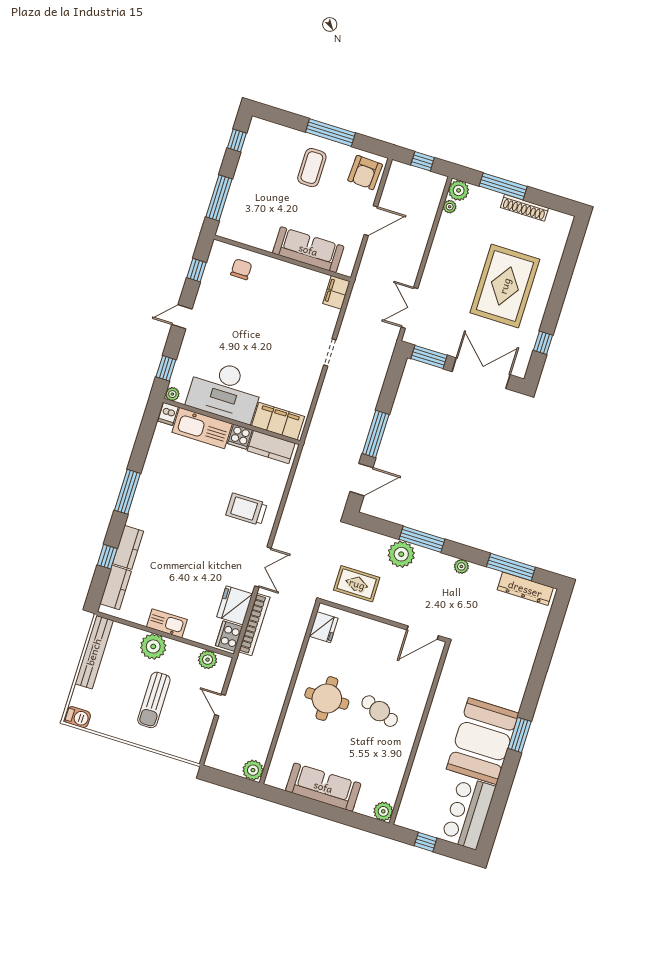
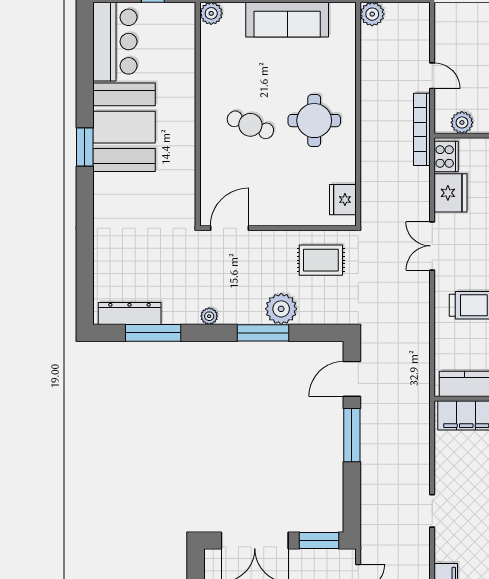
bookcase: (254, 624) -> (422, 129), moved

